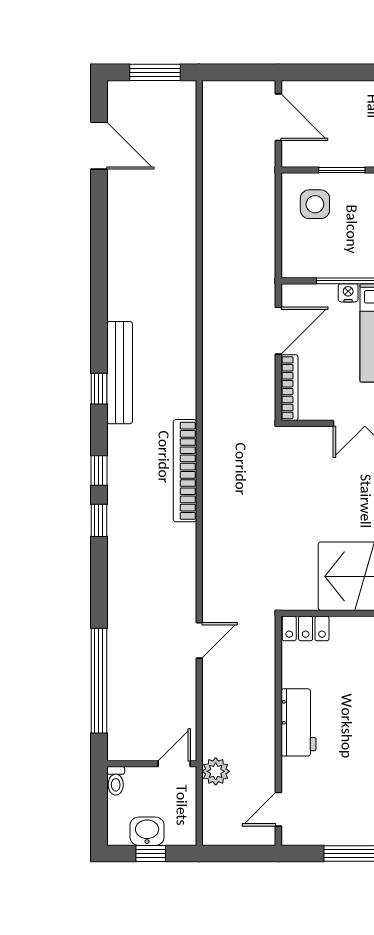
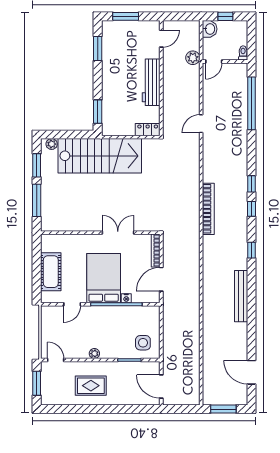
bench: (120, 373) -> (241, 296), moved
workbench: (298, 722) -> (151, 82), width x1.38
washbasin: (147, 831) -> (210, 29), moved, turned -90

